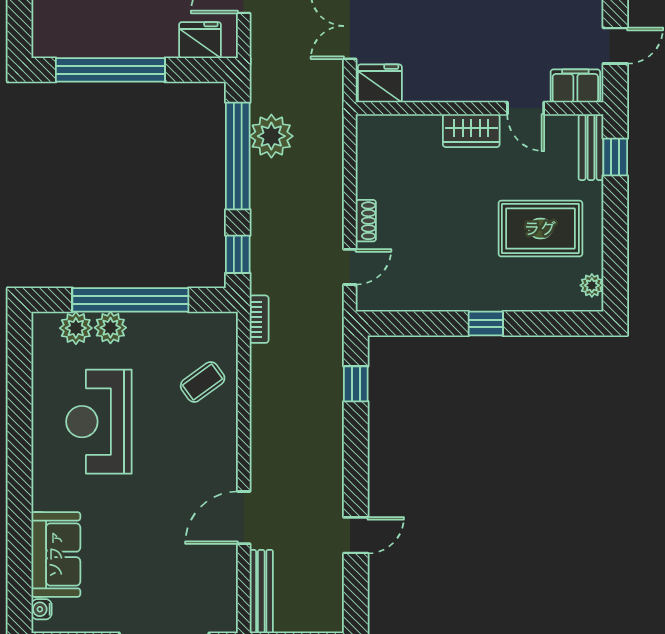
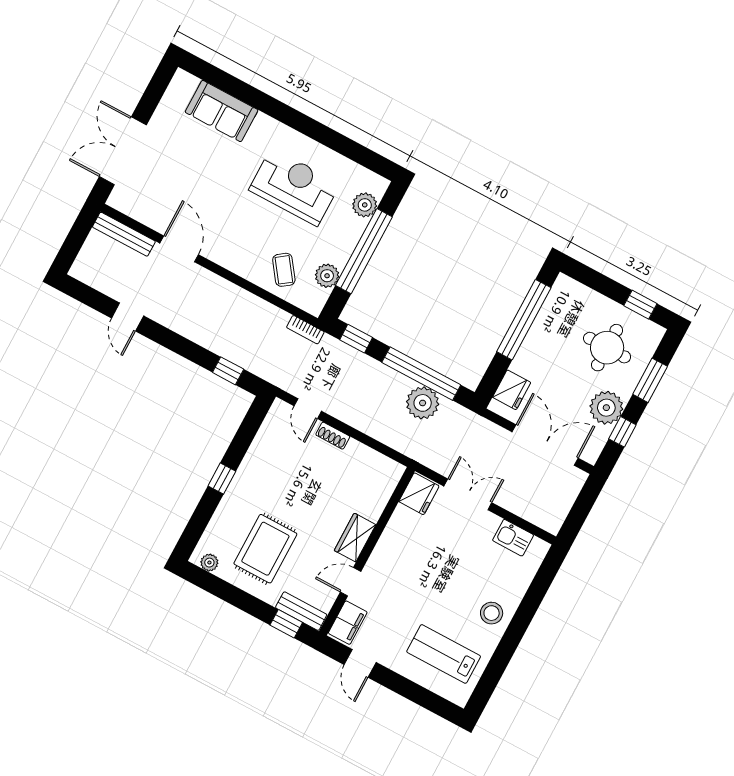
plant: (110, 328) -> (327, 276), moved
water cooler: (41, 609) -> (190, 82), removed

